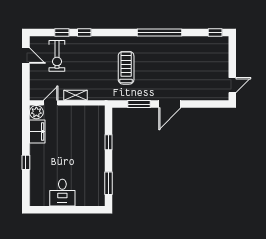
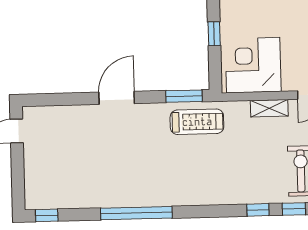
treadmill: (126, 68) -> (197, 122), moved, turned -90
window: (139, 104) -> (184, 96), moved
corner desk: (85, 122) -> (253, 65), added

